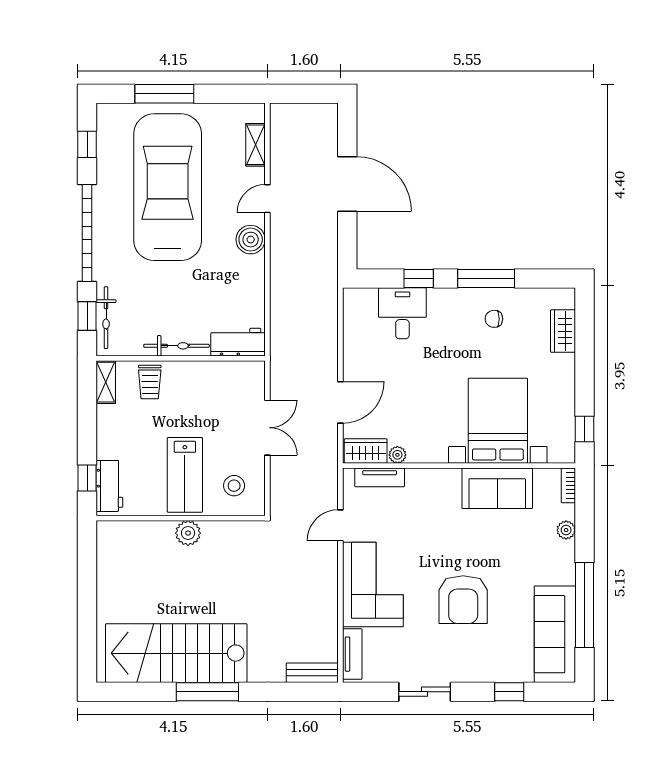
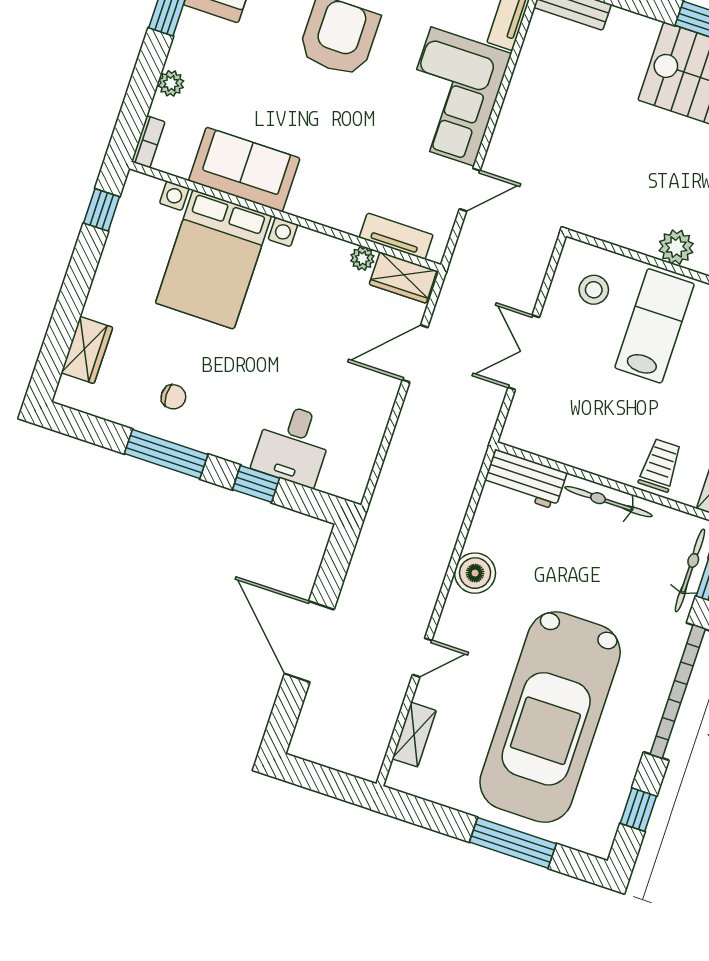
boiler: (251, 240) -> (475, 573), moved

